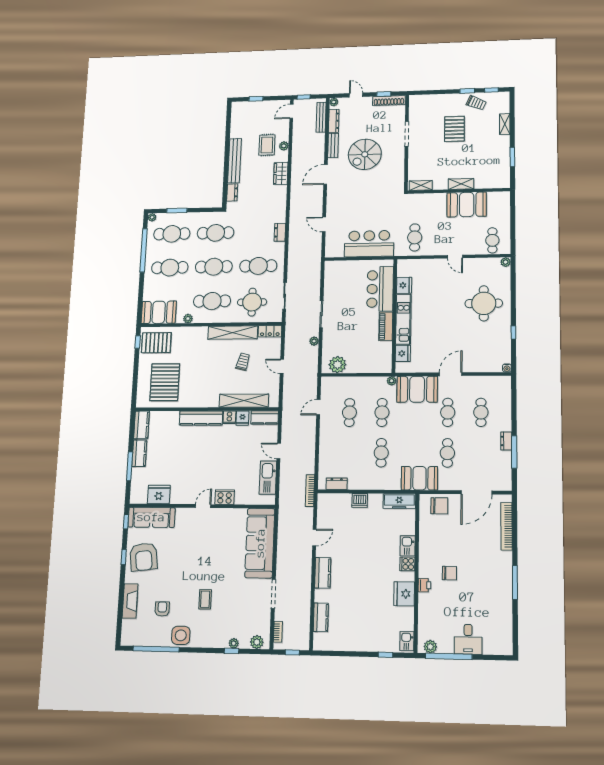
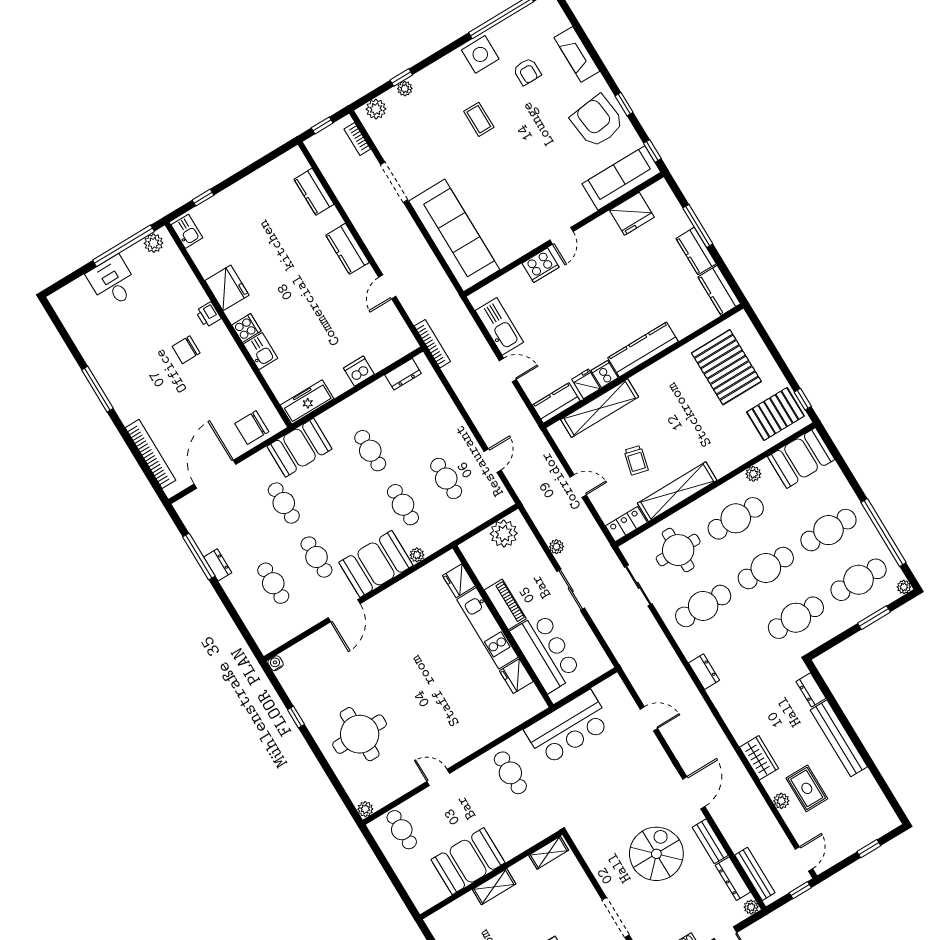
fridge: (404, 285) -> (516, 676), moved
bar counter: (380, 289) -> (546, 652), moved
wall: (394, 316) -> (503, 626), moved
kitchen unit: (403, 319) -> (488, 628), moved
piano: (386, 326) -> (505, 604), moved
fridge: (403, 353) -> (459, 581), moved

